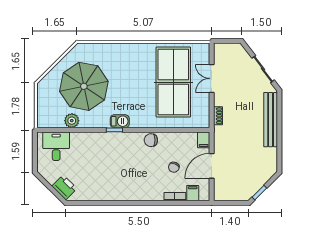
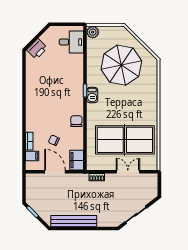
bench: (271, 120) -> (74, 221), moved
plant: (72, 121) -> (93, 32), moved
filing cabinet: (204, 140) -> (77, 160), width x2.00

